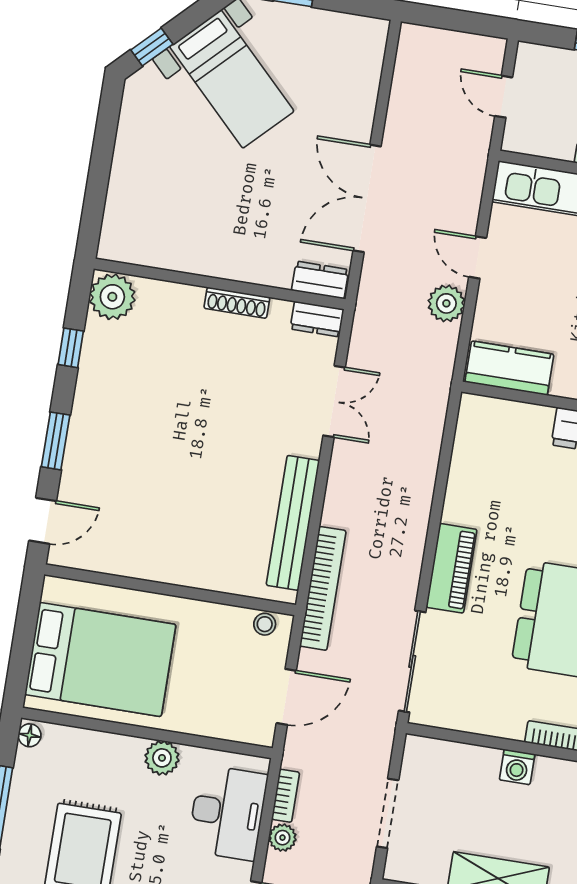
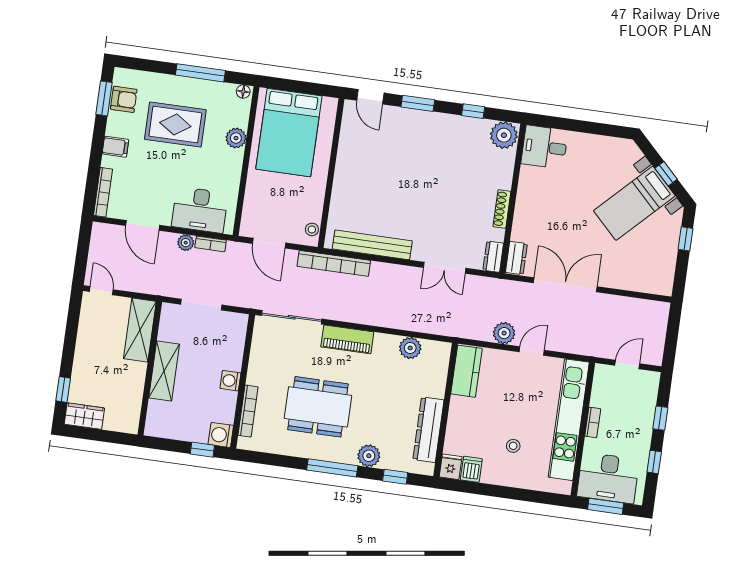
window: (152, 47) -> (666, 174), moved
desk: (134, 229) -> (545, 147), added
plant: (468, 462) -> (410, 348), added
plant: (162, 758) -> (236, 138), moved

